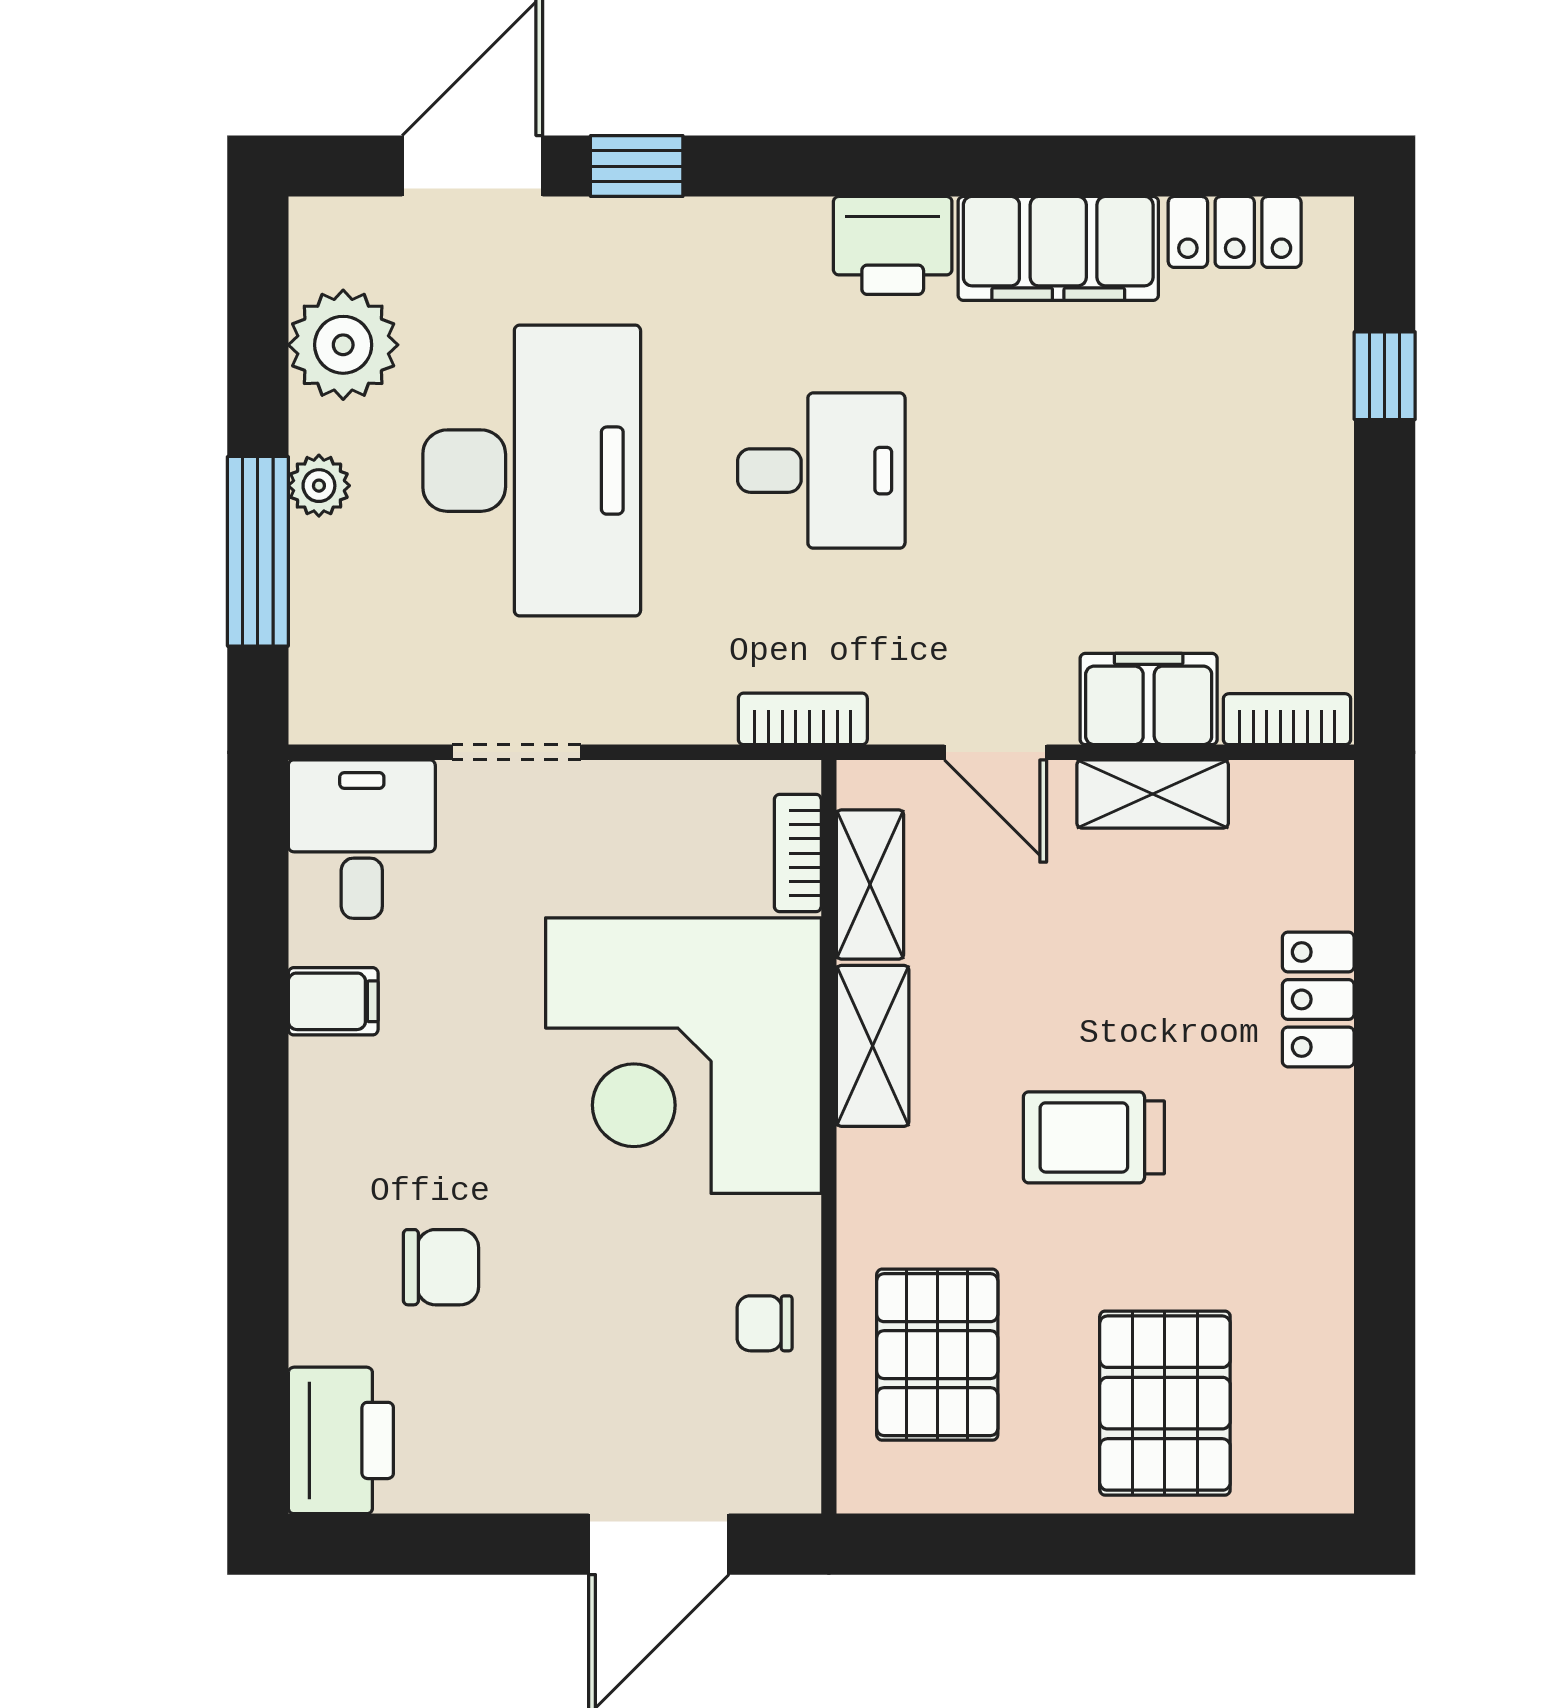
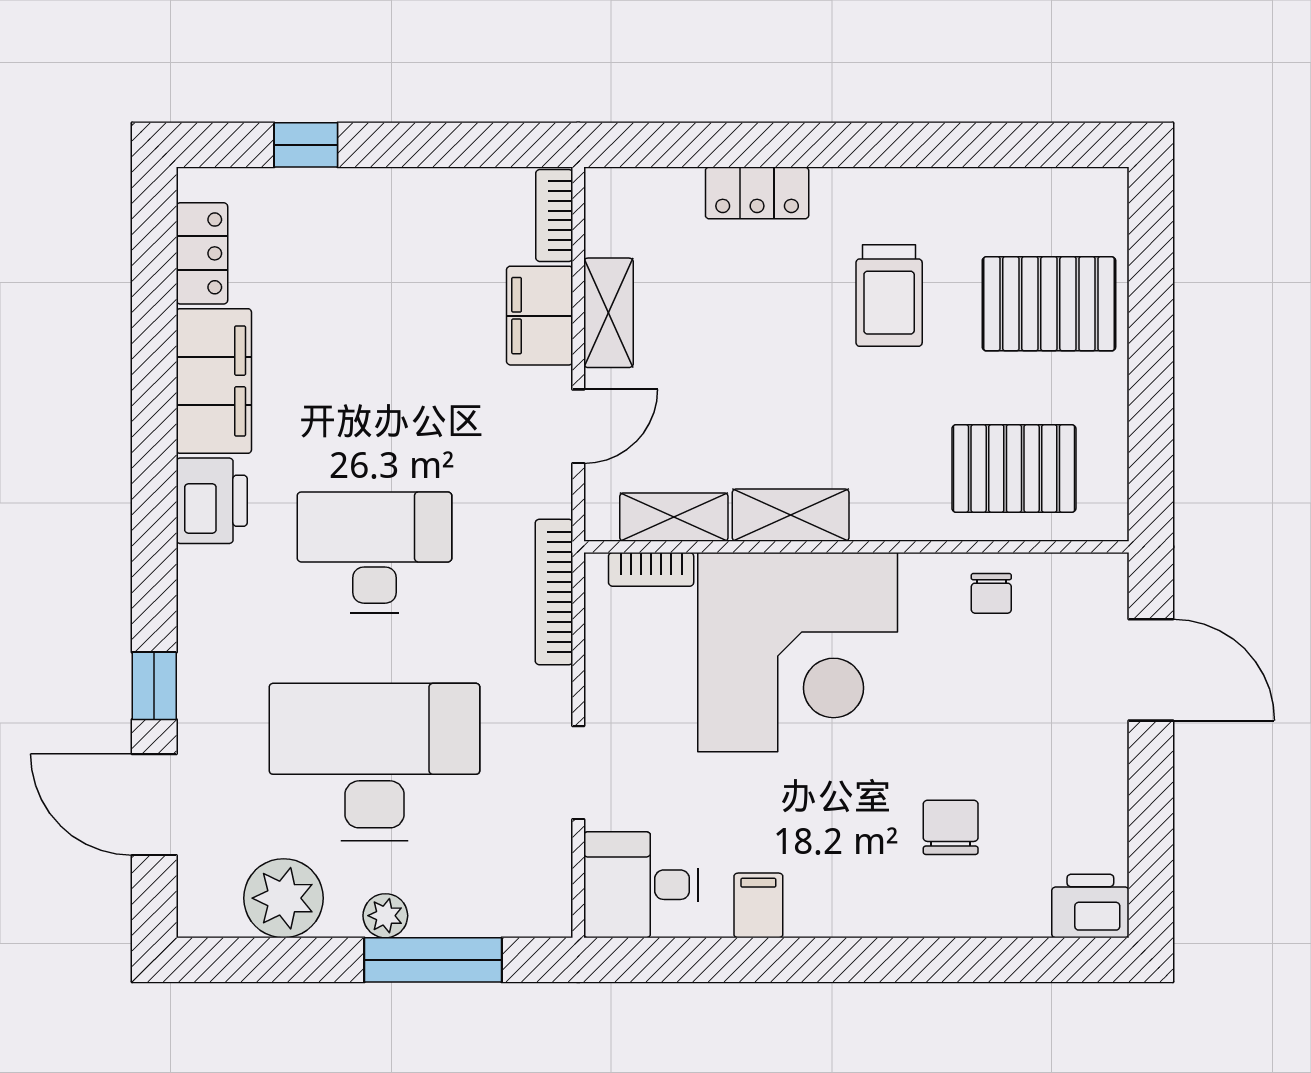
desk: (821, 471) -> (375, 552), width x1.37
bookcase: (803, 719) -> (554, 592), width x1.56
trolley: (1094, 1137) -> (889, 295), moved
printer: (341, 1440) -> (1090, 906), width x0.73, depth x0.84

